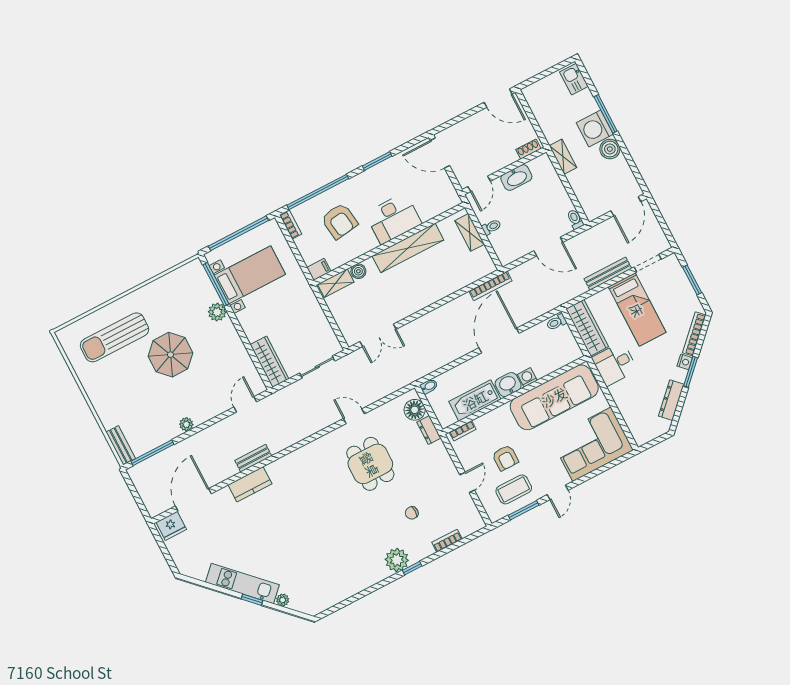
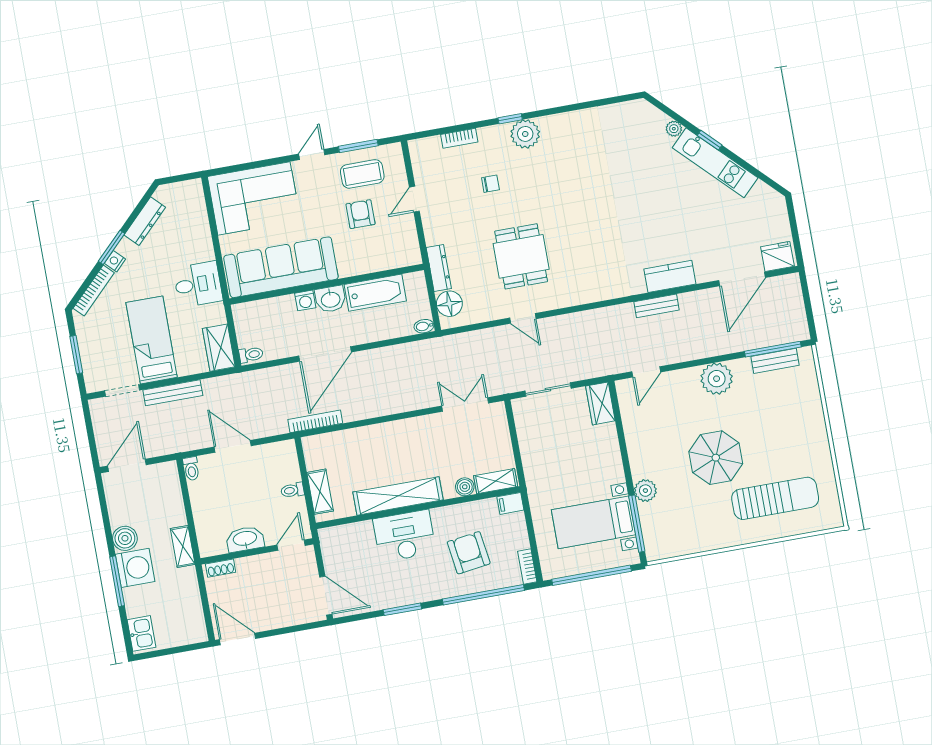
wardrobe: (587, 328) -> (219, 348), width x0.67
wardrobe: (269, 362) -> (600, 403), width x0.67
plant: (186, 424) -> (717, 379), width x1.88, depth x1.88
dresser: (429, 430) -> (439, 268), width x1.44
bookcase: (463, 431) -> (401, 261), removed
bench: (121, 445) -> (775, 361), moved, turned 90

